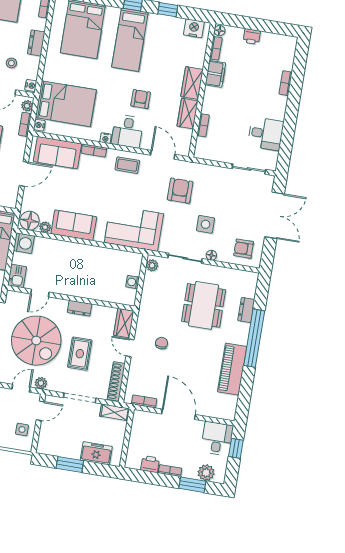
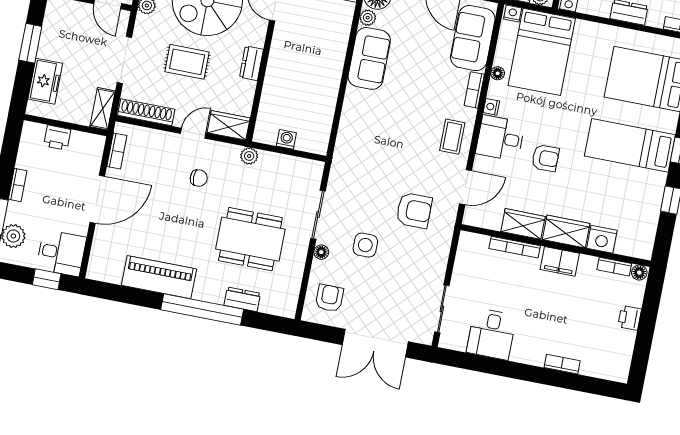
nightstand: (194, 28) -> (602, 239), moved, turned 90
filing cabinet: (215, 74) -> (560, 261), moved
bookcase: (203, 125) -> (515, 247), width x1.56
floor lamp: (82, 134) -> (498, 73), added
corner sofa: (134, 228) -> (363, 144), removed
plant: (152, 265) -> (249, 156), moved
printer: (150, 464) -> (57, 138), moved, turned 90

